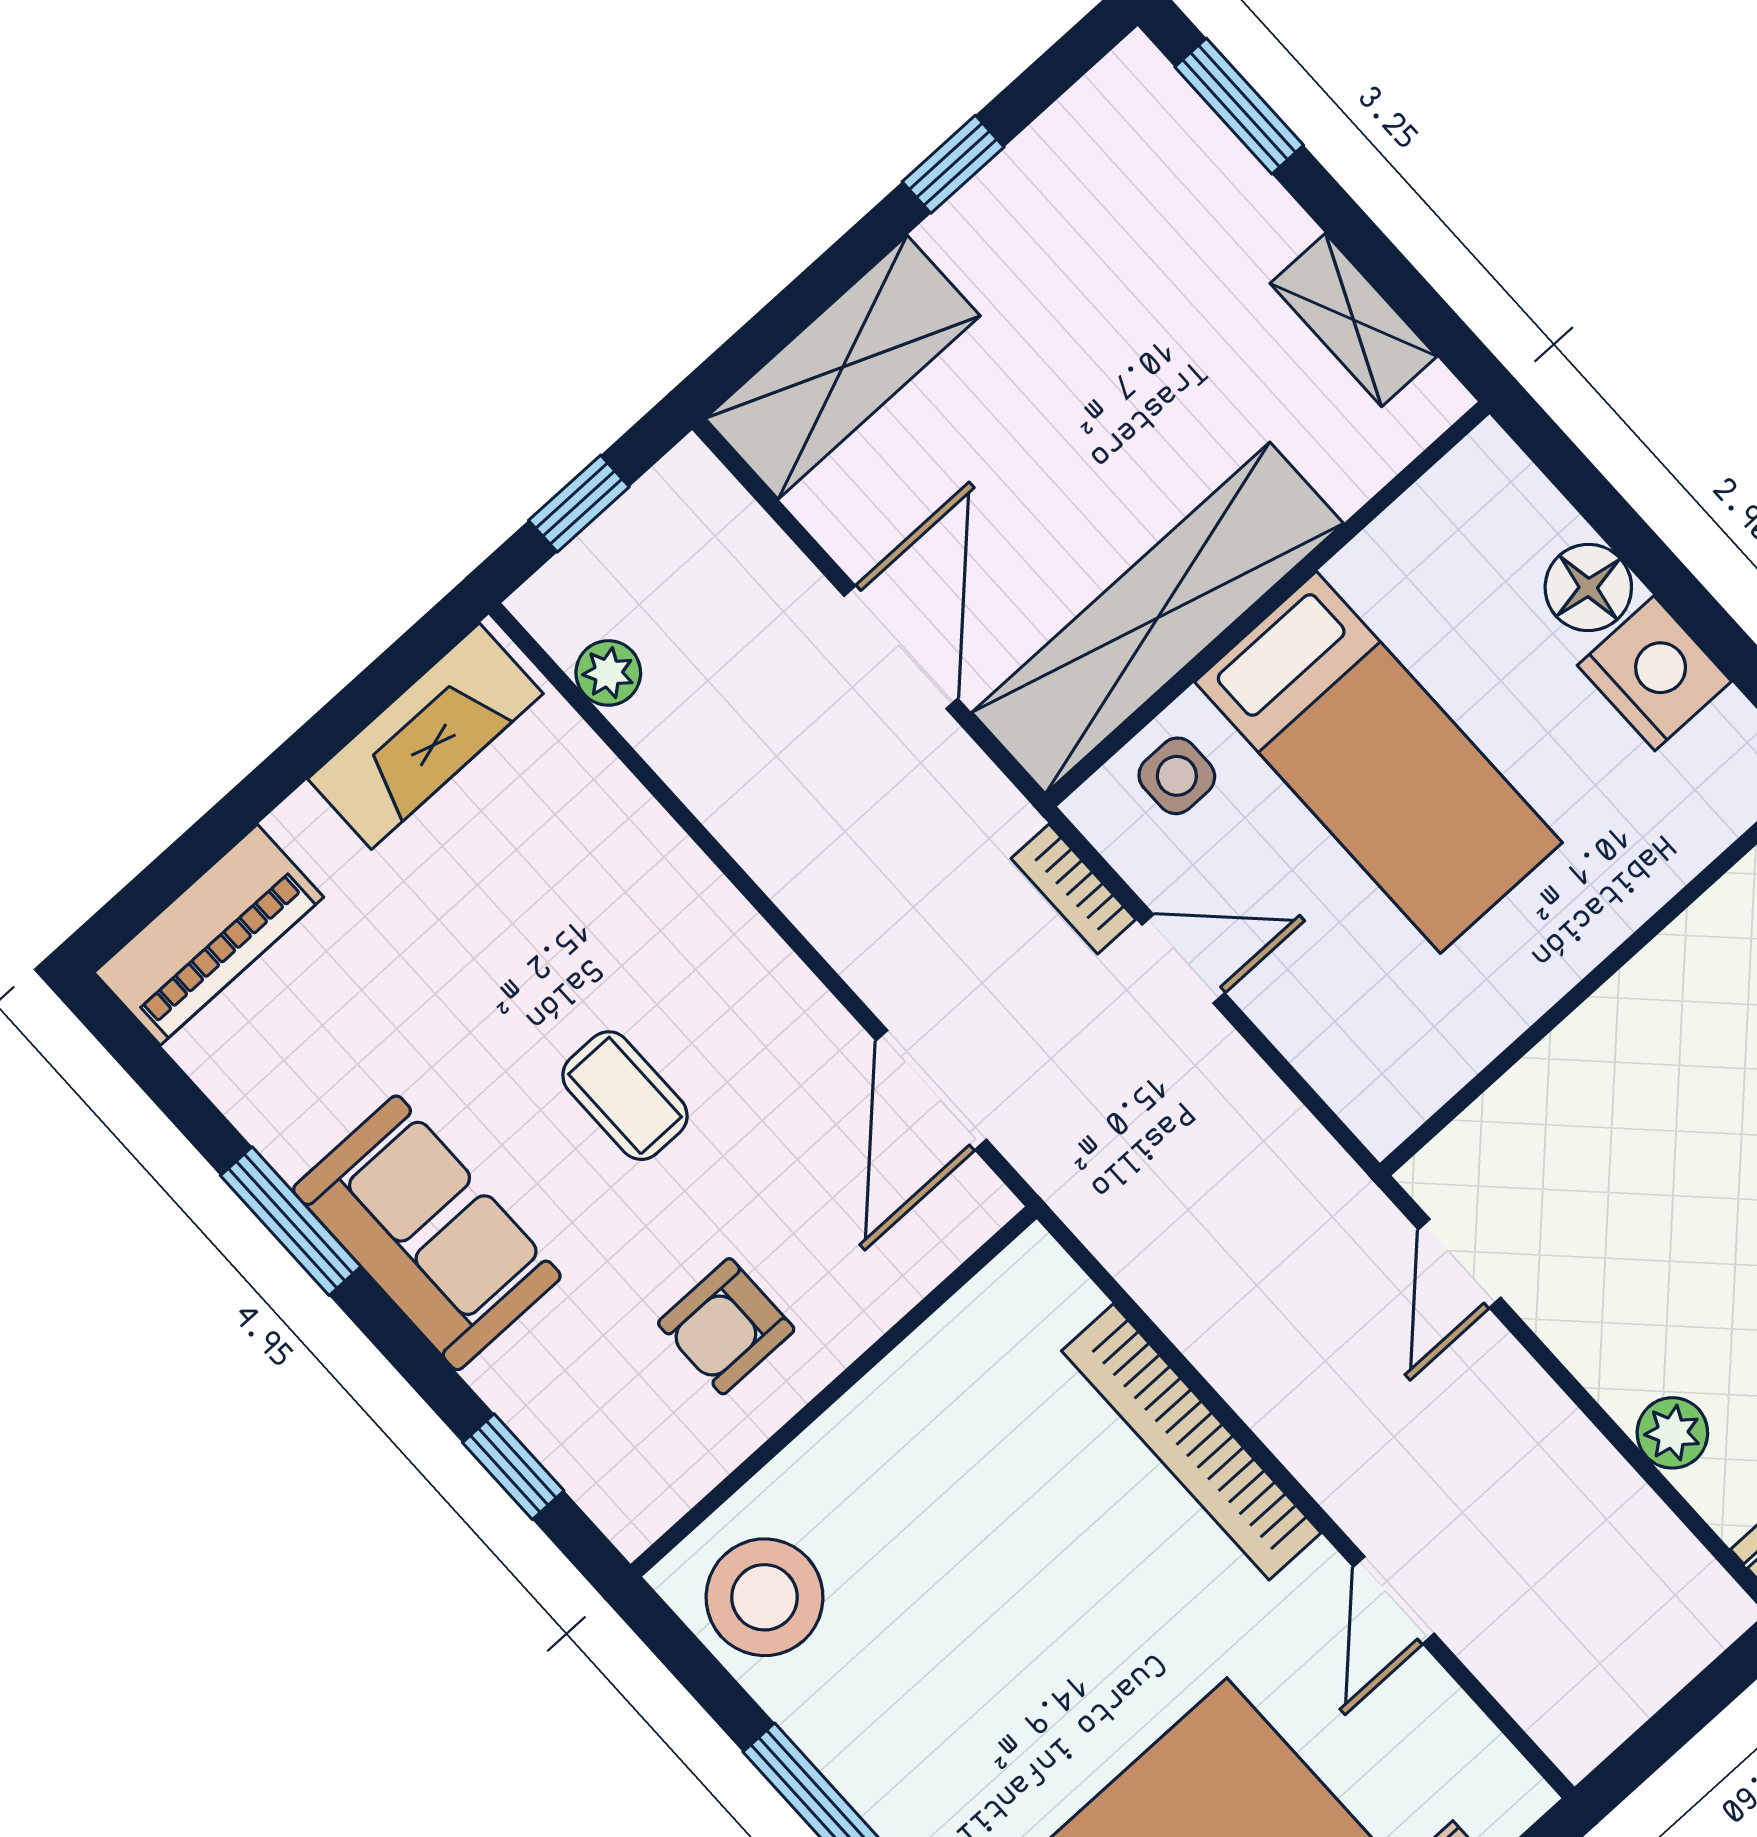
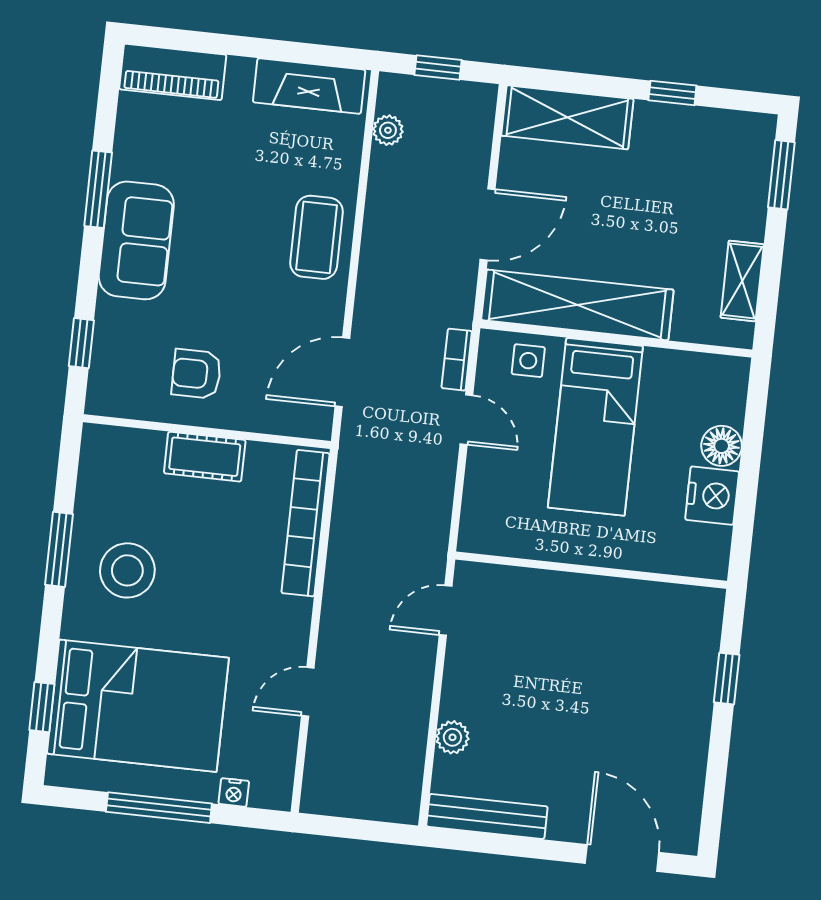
coffee table: (625, 1096) -> (317, 237), moved, width x1.36, depth x1.30
cot: (871, 1431) -> (205, 457), added
bookcase: (1191, 1442) -> (306, 523), moved
stool: (764, 1597) -> (127, 570), moved

